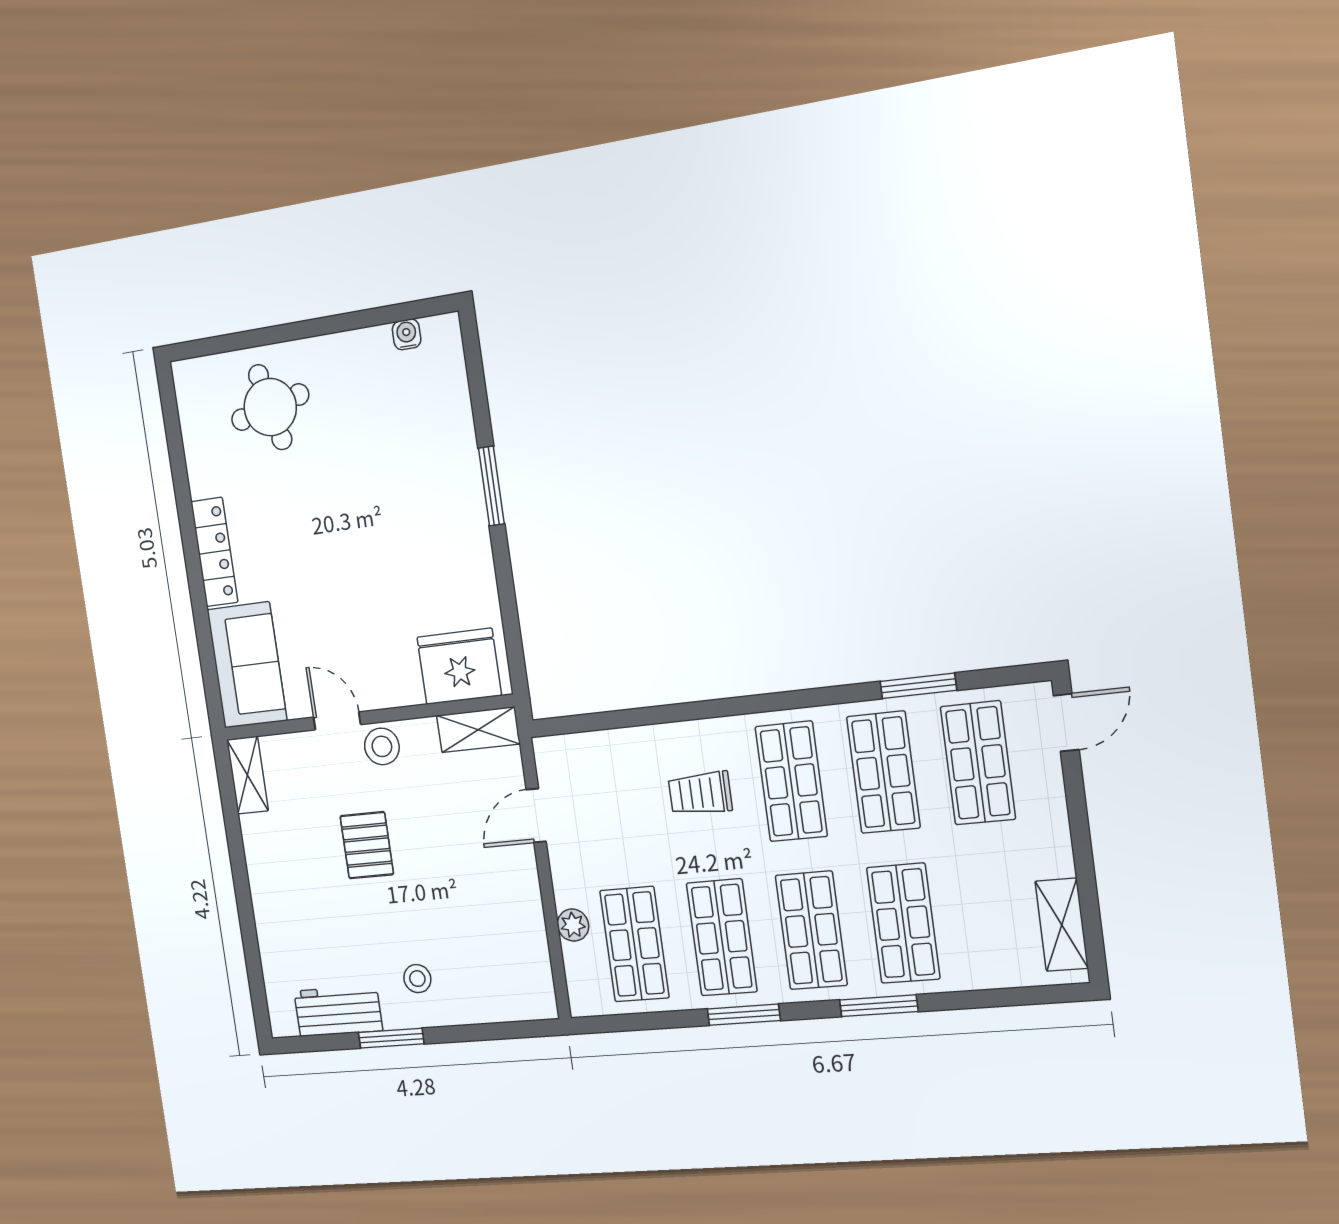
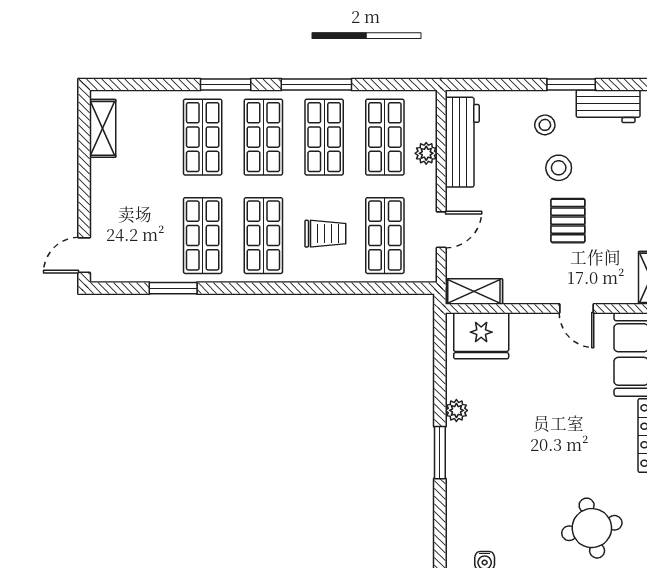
plant: (477, 552) -> (456, 410), added
stool: (382, 746) -> (559, 168), moved
shop shelf: (978, 763) -> (385, 236), moved
workbench: (525, 945) -> (462, 142), added
window: (744, 1015) -> (316, 84), width x1.44

